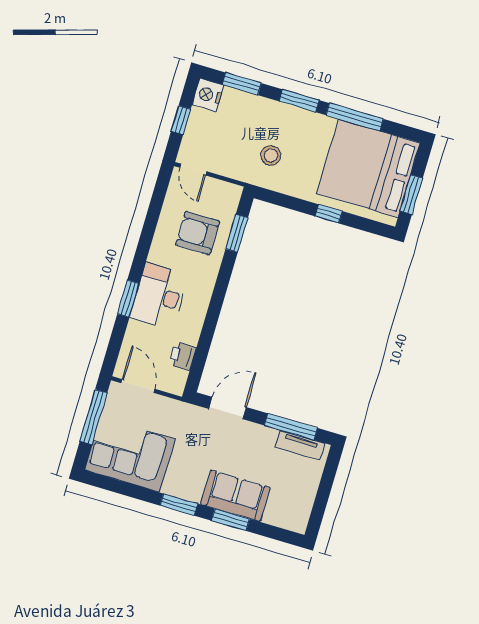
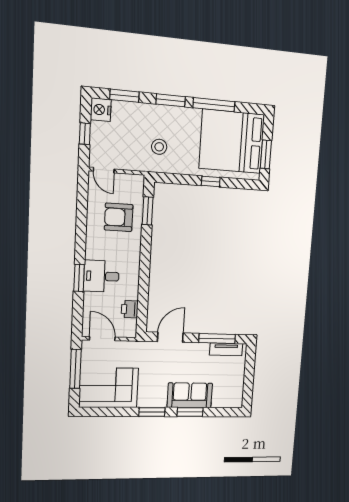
desk: (159, 296) -> (101, 276), width x0.73

